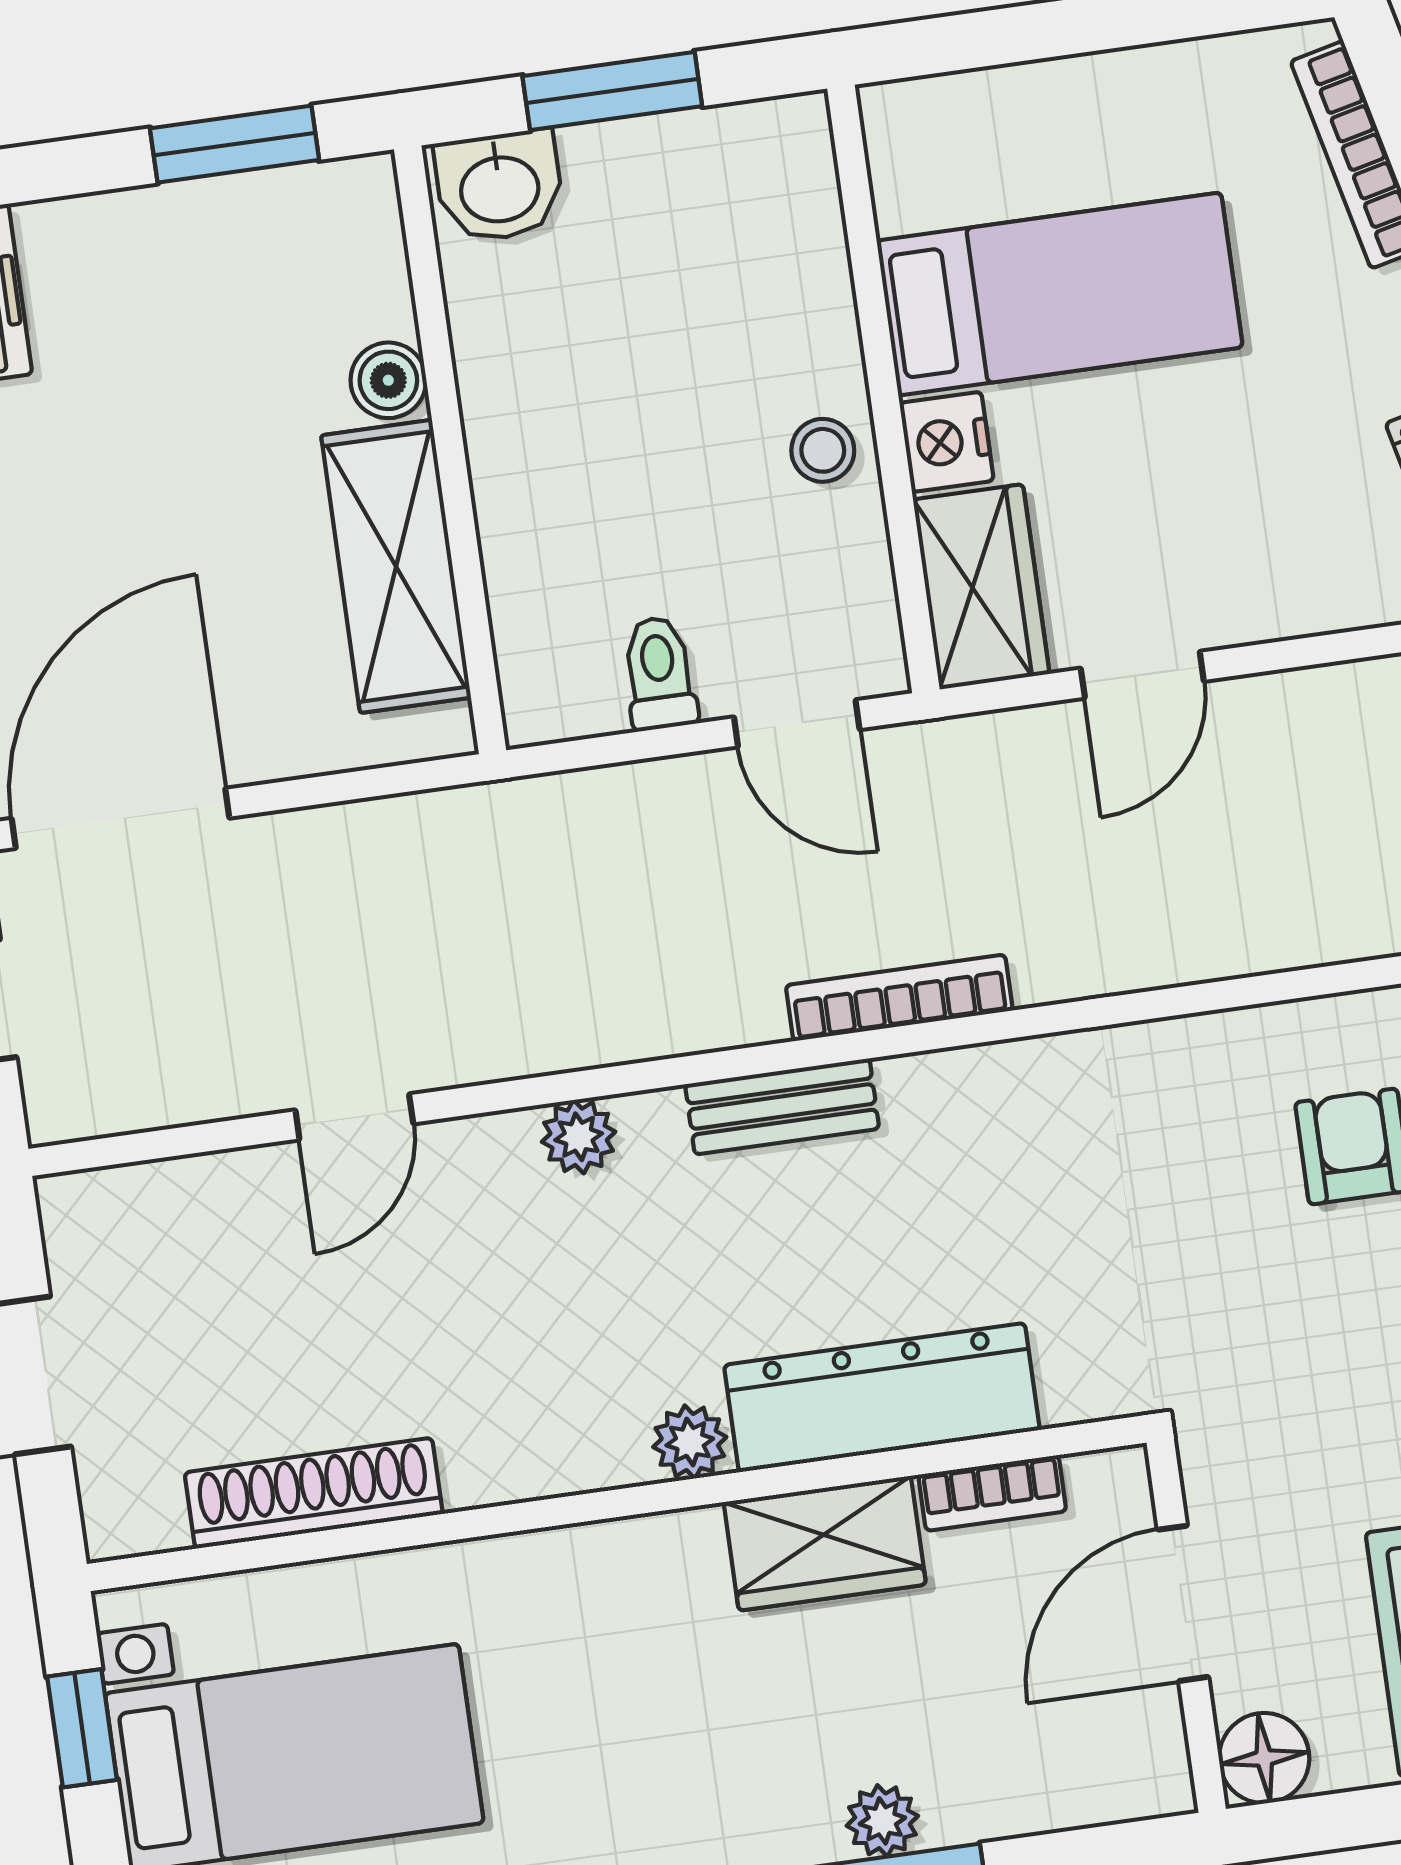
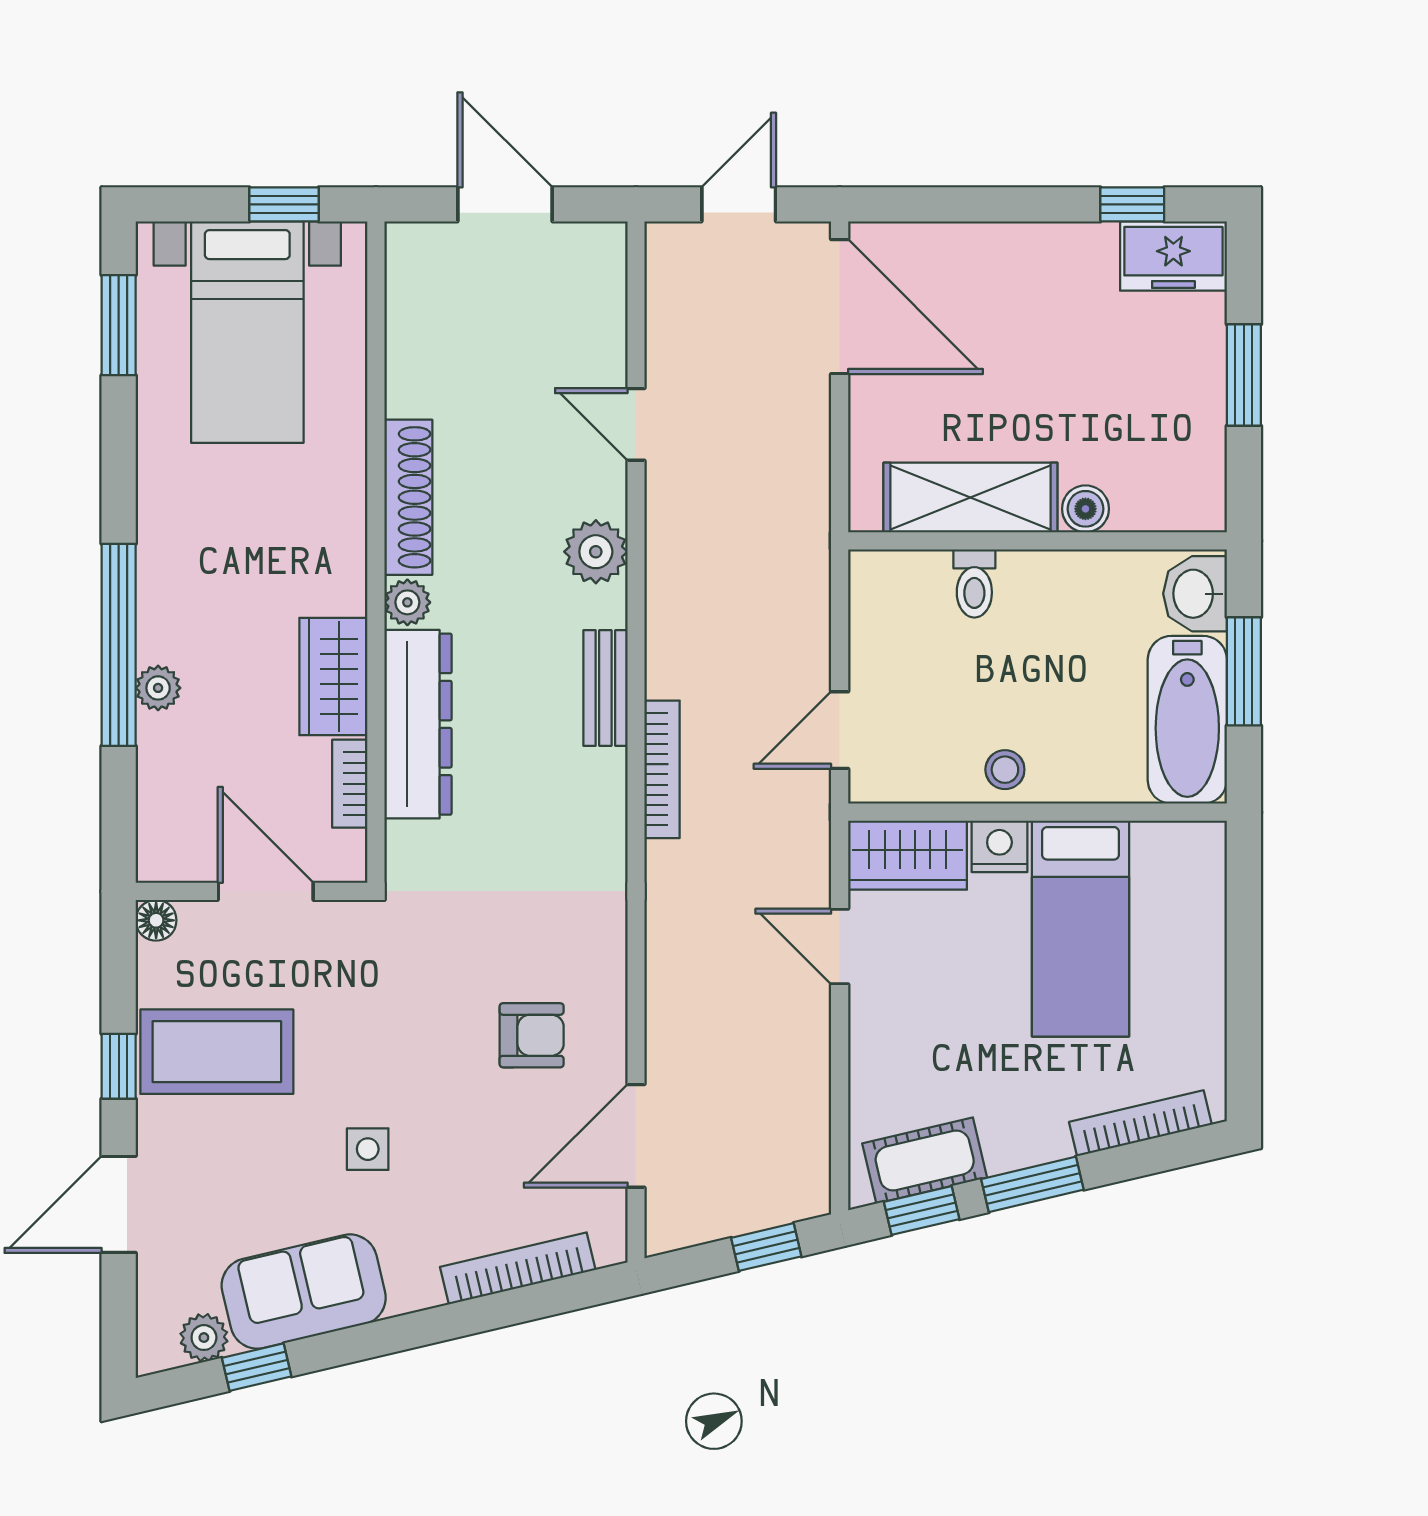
window: (234, 144) -> (1244, 375), moved
bathtub: (702, 170) -> (1187, 720), added
toilet: (659, 673) -> (974, 583), moved, turned 90
plant: (579, 1137) -> (596, 552), width x1.38, depth x1.38
shoe rack: (314, 1493) -> (408, 497), moved
floor lamp: (1264, 1758) -> (156, 920), width x0.73, depth x0.73

